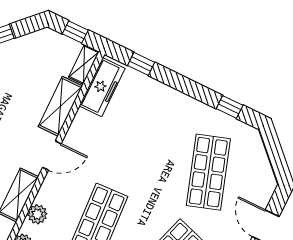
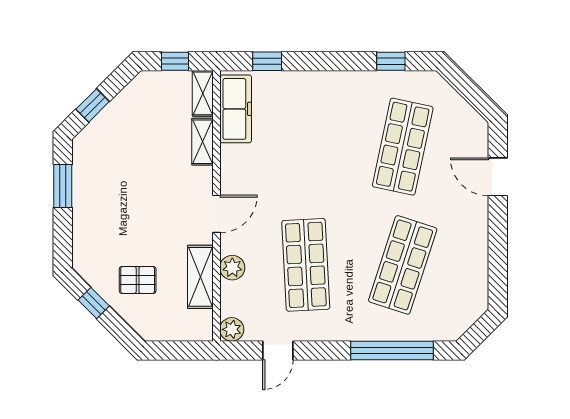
shelving: (60, 106) -> (202, 142), width x0.67, depth x0.75
shop shelf: (208, 172) -> (403, 147), turned 30
plant: (37, 214) -> (232, 268), moved

